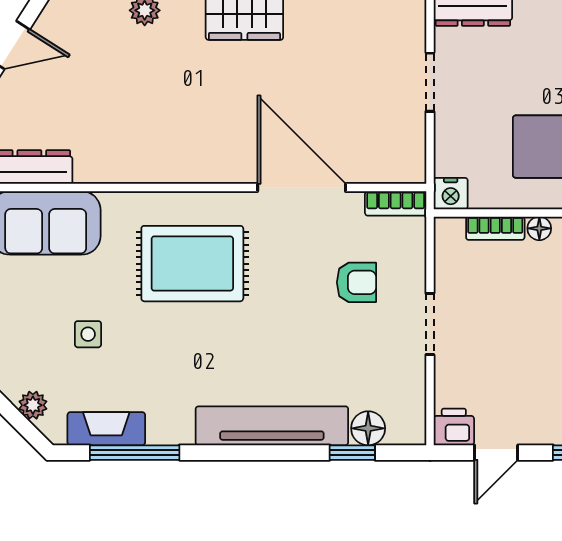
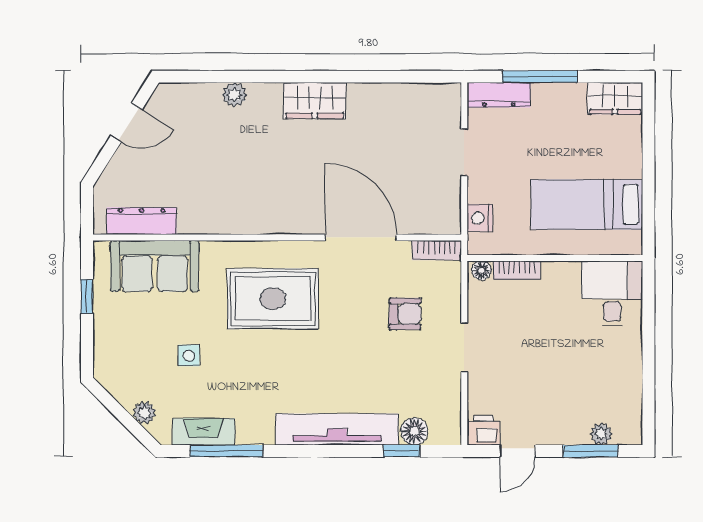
nightstand: (451, 194) -> (480, 218), moved, turned 90
floor lamp: (539, 228) -> (481, 270), moved

